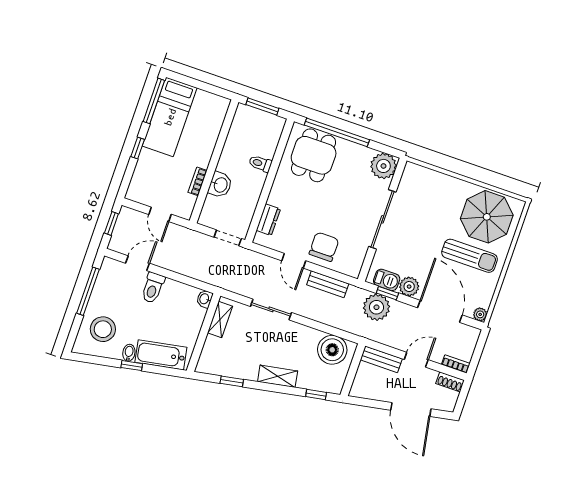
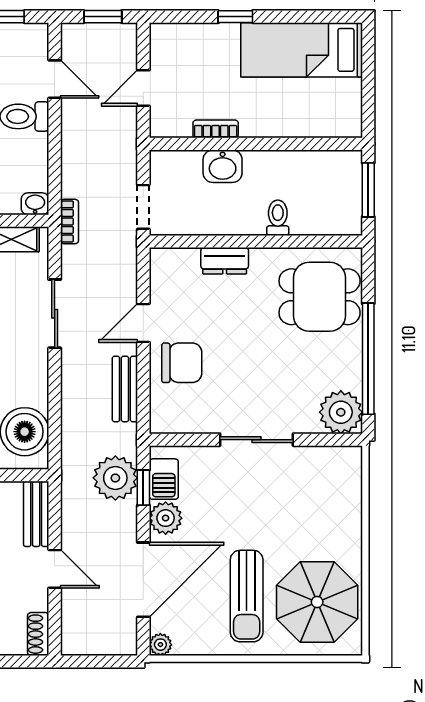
window: (154, 101) -> (318, 17), removed
window: (337, 132) -> (368, 359), moved
sliding door: (382, 219) -> (257, 440), width x0.73
dresser: (268, 220) -> (225, 261), moved
bookcase: (456, 364) -> (69, 221), moved

